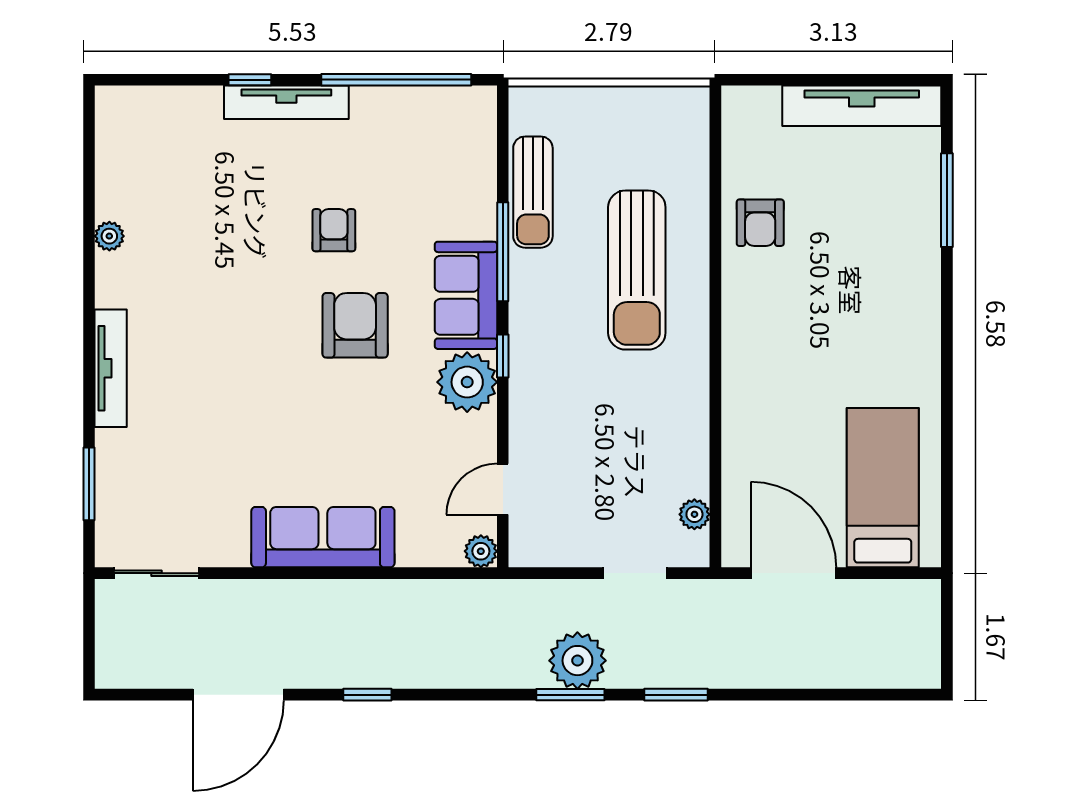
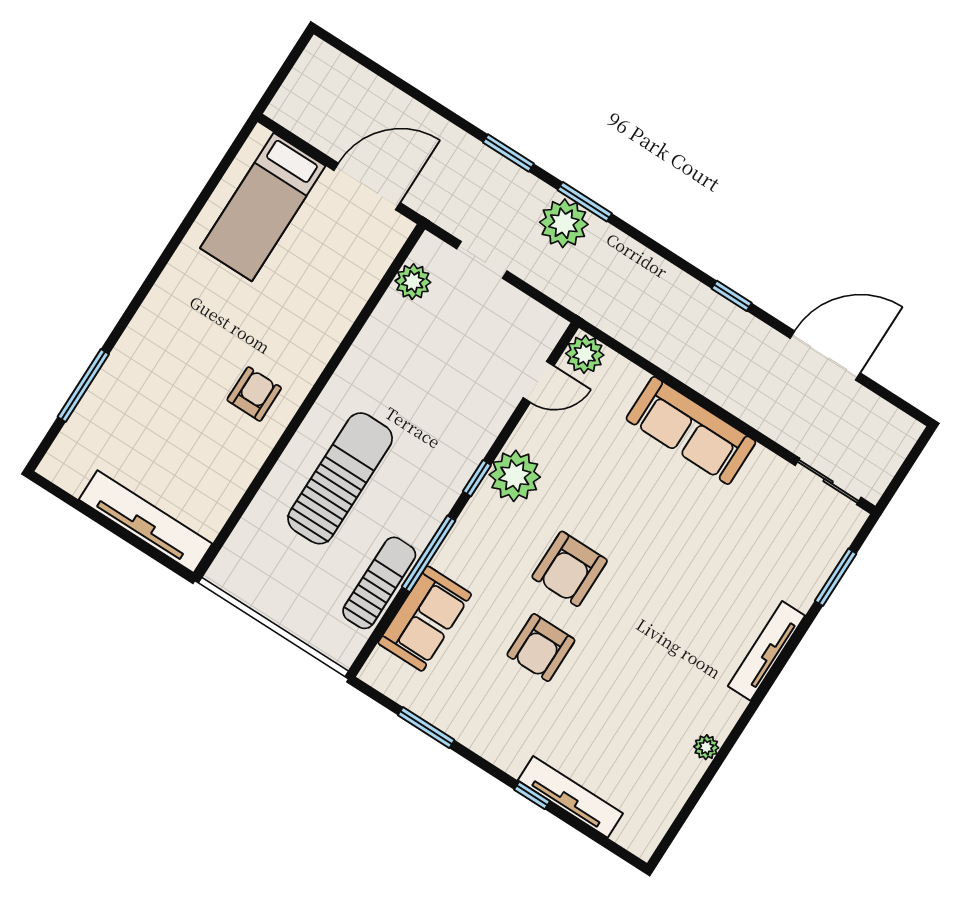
window: (396, 80) -> (426, 728), width x0.47
tv unit: (286, 102) -> (570, 797), moved
tv unit: (862, 106) -> (146, 522), moved
armchair: (760, 223) -> (254, 394), moved
armchair: (334, 230) -> (541, 648), width x1.38, depth x1.38
sofa: (466, 295) -> (425, 619), moved
plant: (694, 514) -> (413, 282), width x1.38, depth x1.38
plant: (481, 551) -> (585, 354), width x1.38, depth x1.38
door: (794, 573) -> (367, 186), swing flipped

